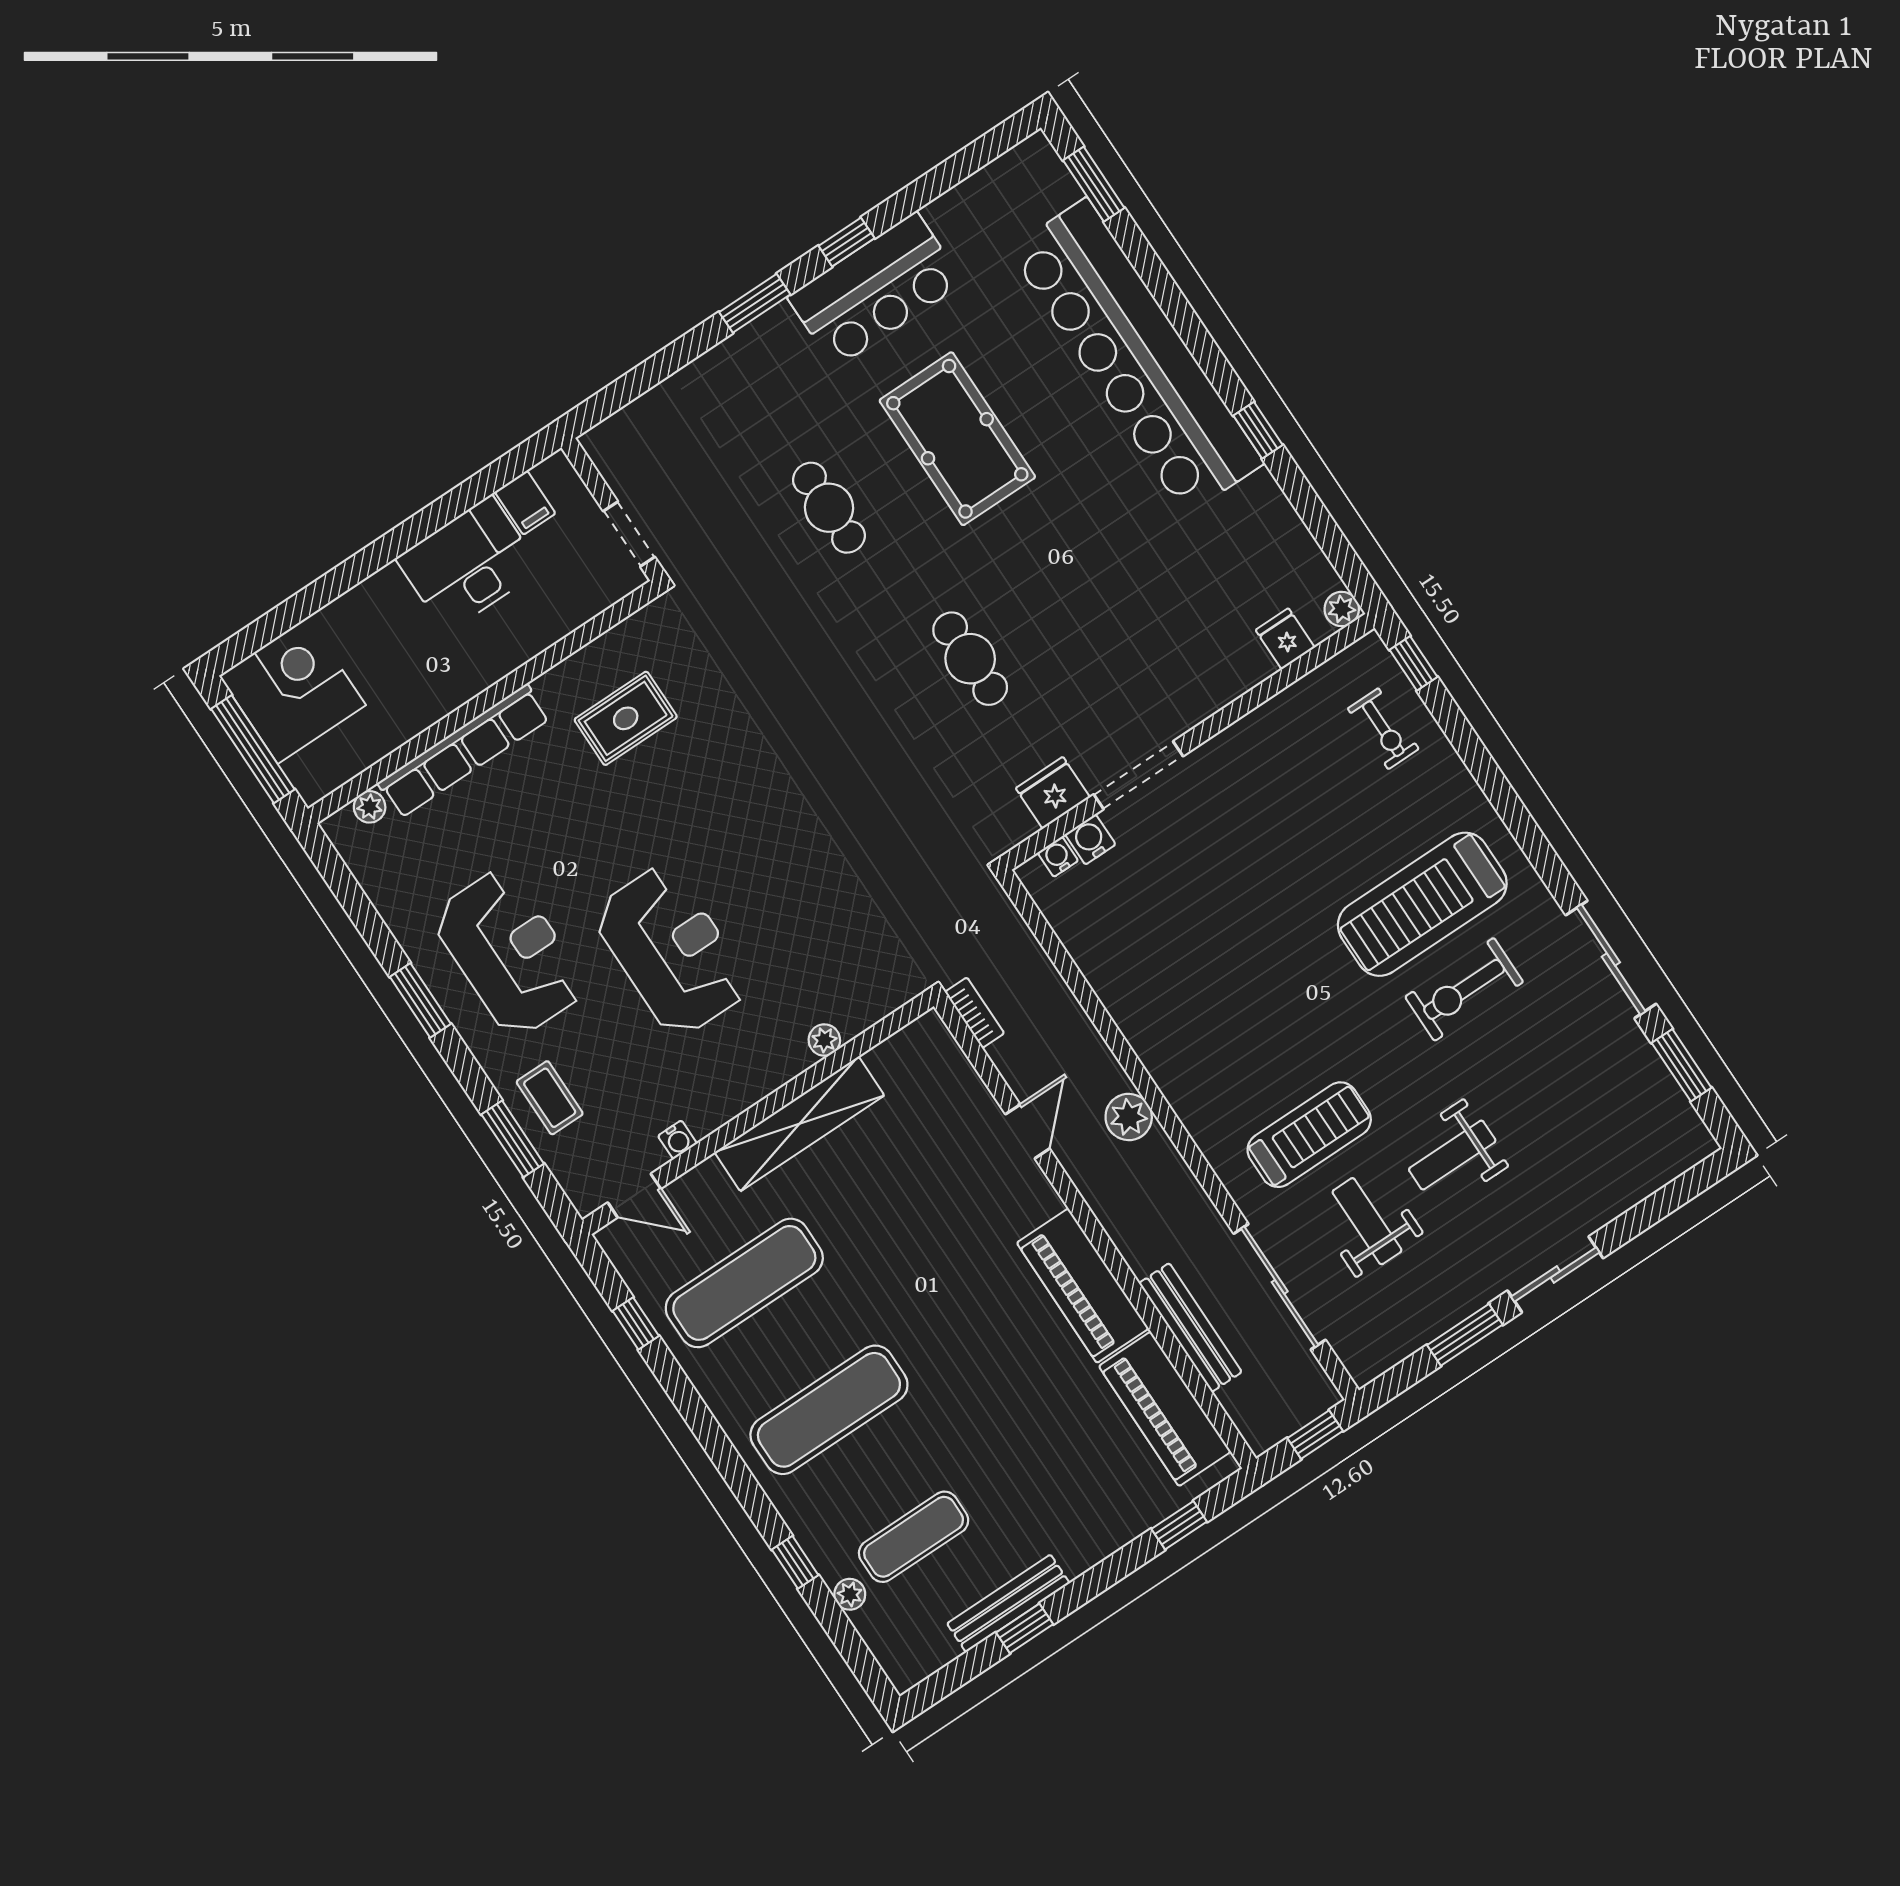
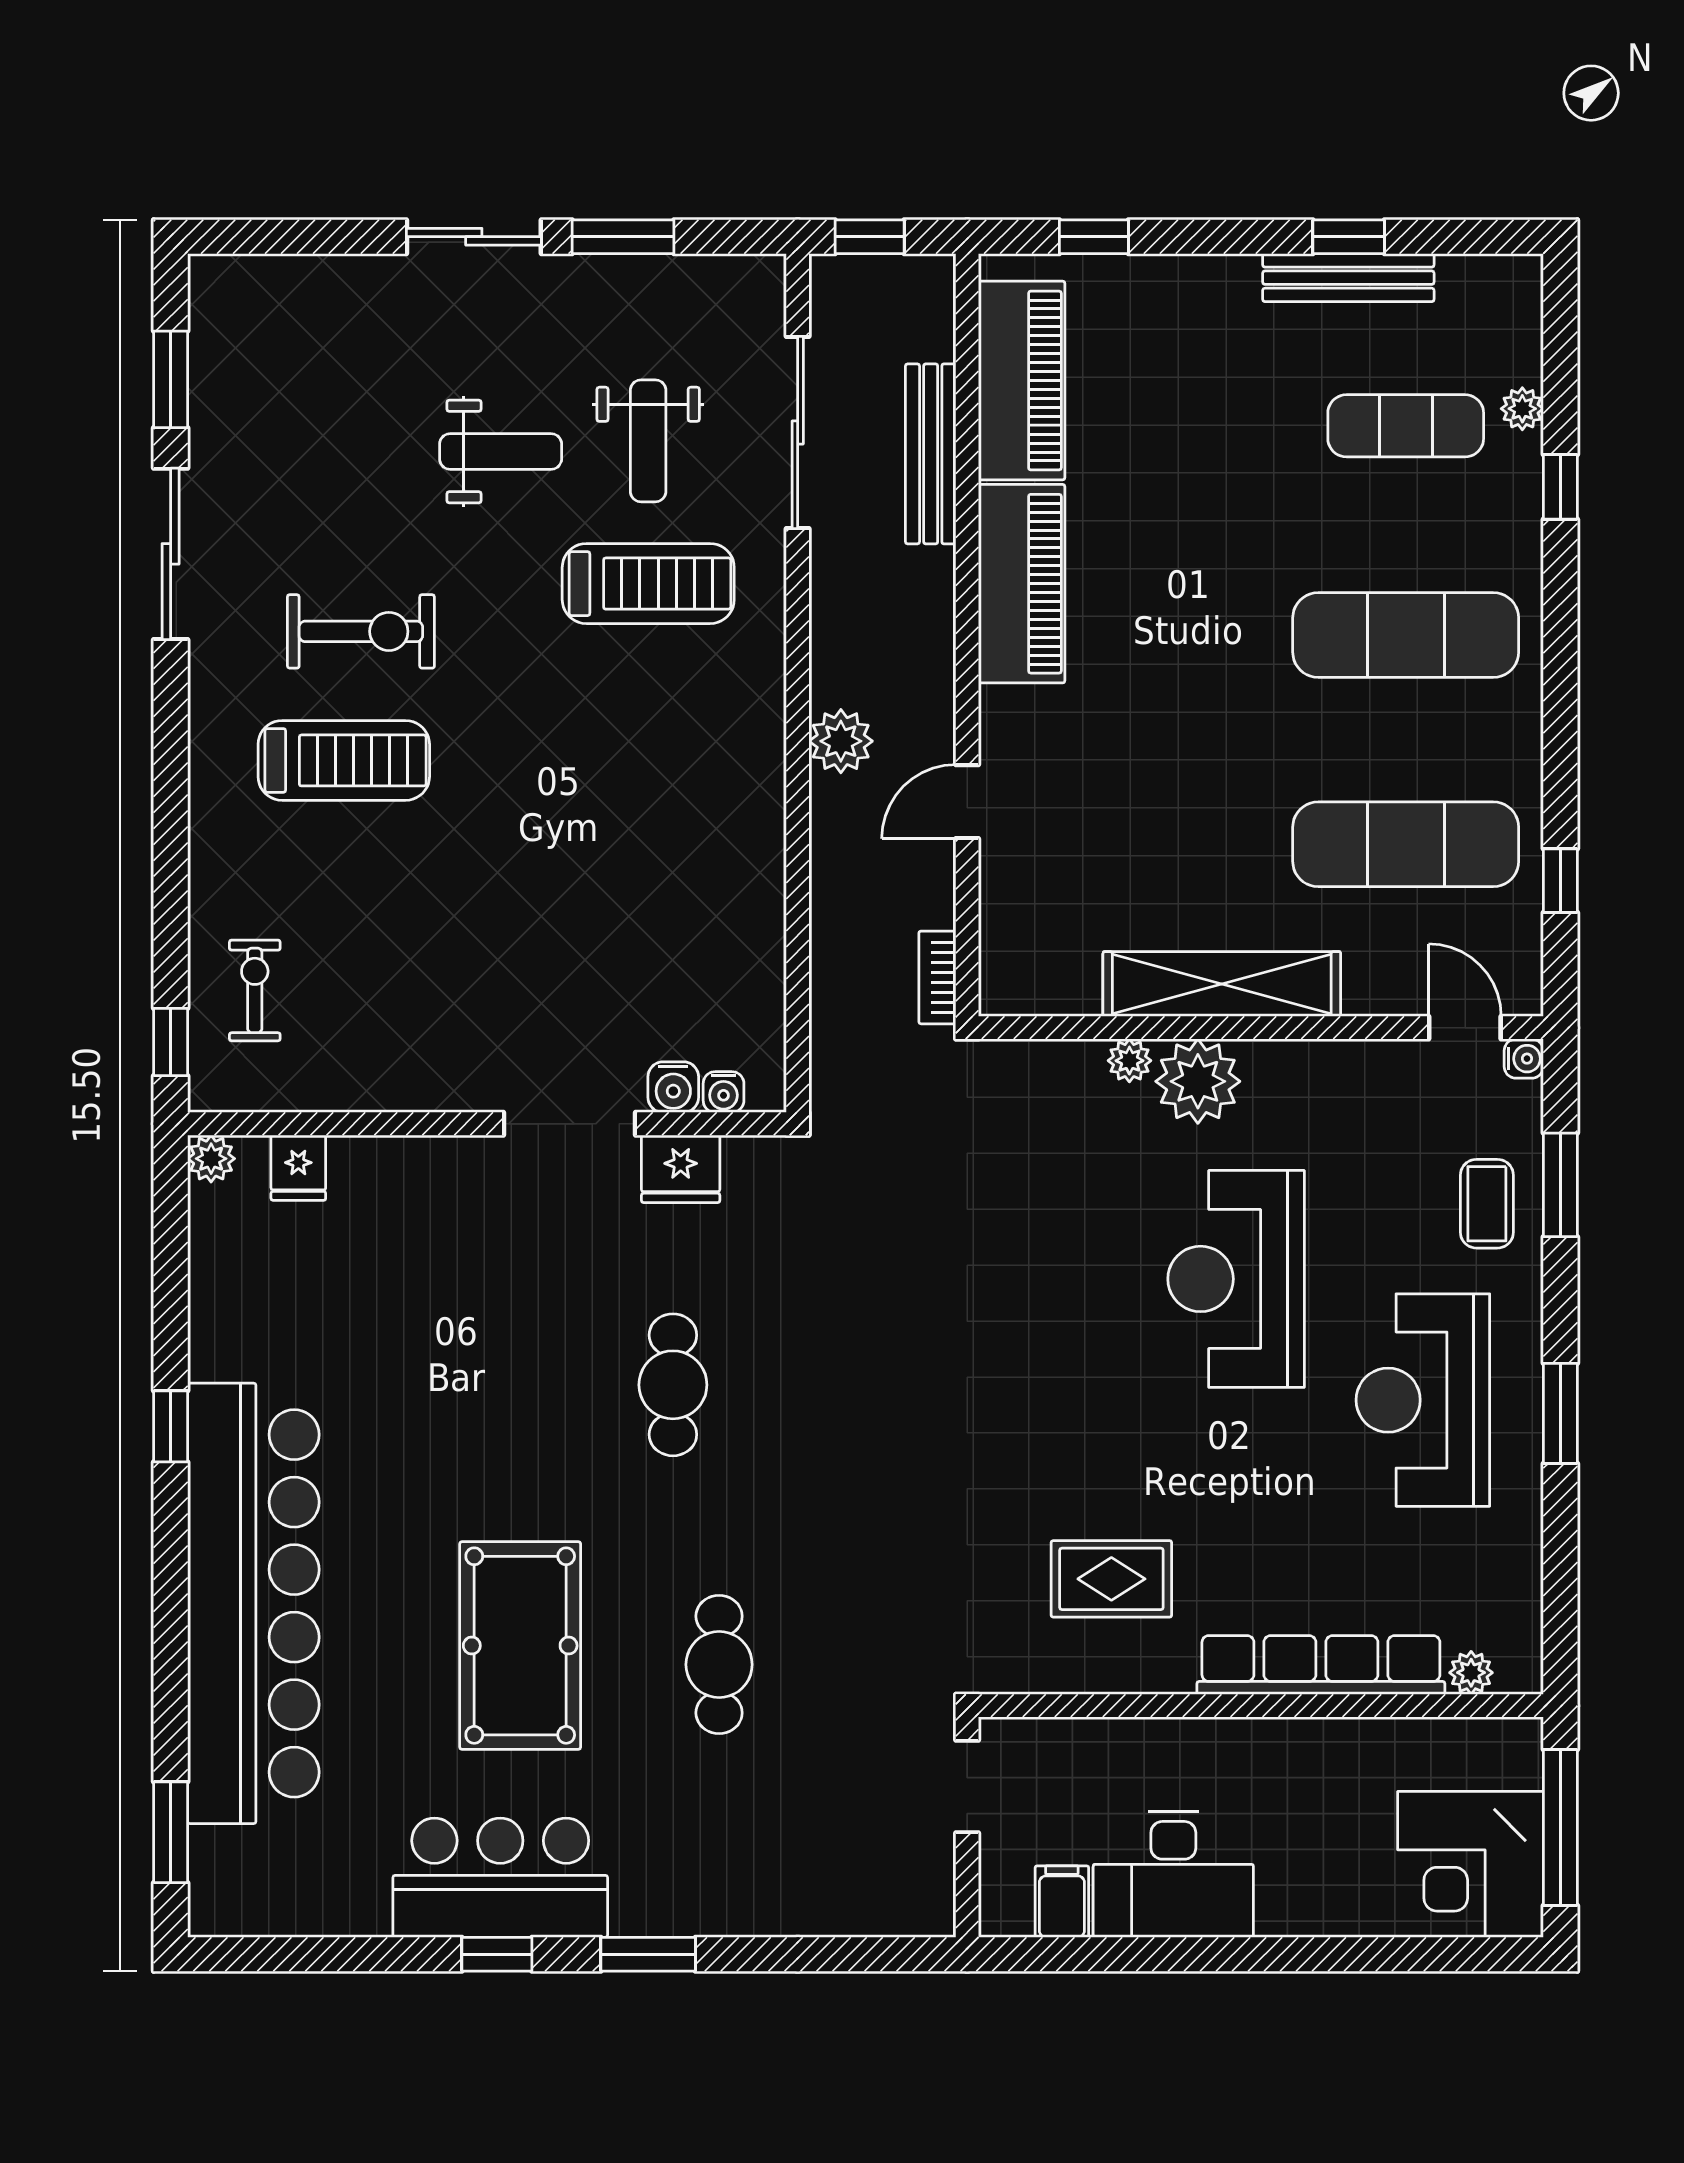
treadmill: (1422, 904) -> (344, 760), width x0.73, depth x0.73
plant: (775, 1055) -> (1198, 1081), added
treadmill: (1309, 1135) -> (648, 584), turned 180
water cooler: (677, 1140) -> (1524, 1059), moved, turned 90

